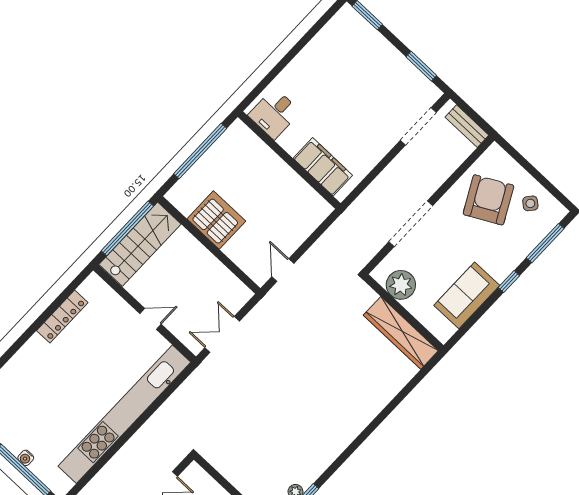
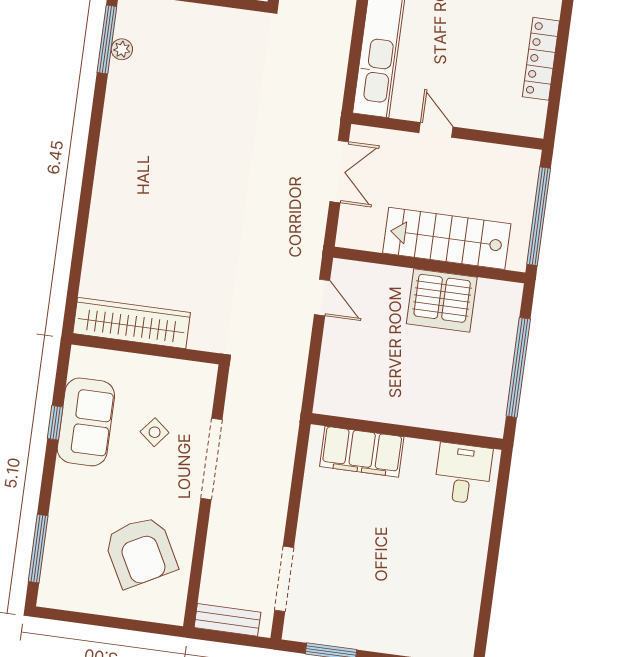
side table: (530, 203) -> (155, 432), moved
stairs: (140, 244) -> (447, 238), moved, turned 90
window: (509, 282) -> (55, 423), moved
plant: (401, 285) -> (172, 379), removed
door: (151, 319) -> (436, 130), swing flipped

